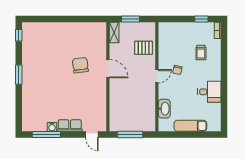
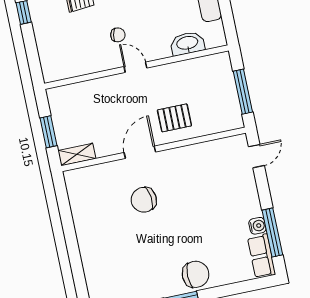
pallet: (144, 48) -> (174, 118), moved, turned 90
chair: (32, 86) -> (196, 274), added
row of seats: (70, 126) -> (262, 256), moved

